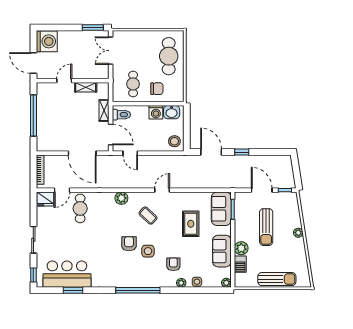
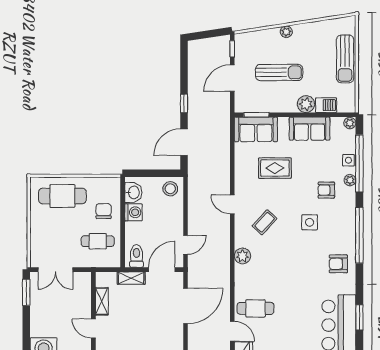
armchair: (129, 244) -> (338, 264), moved
sun lounger: (277, 279) -> (345, 59), turned 180
window: (194, 290) -> (359, 163), added

